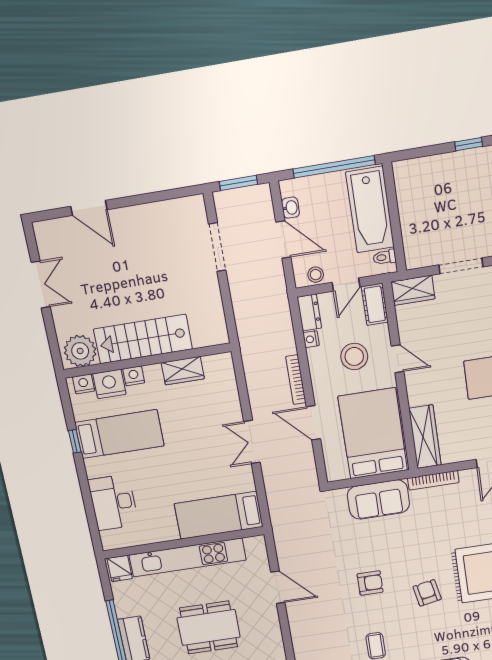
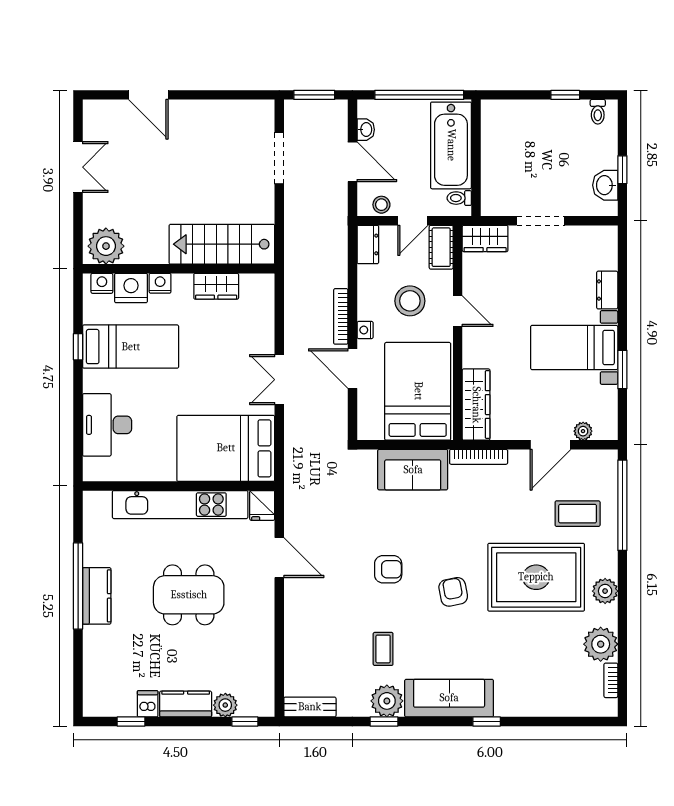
stairs: (143, 339) -> (222, 244), moved
nightstand: (311, 339) -> (365, 330), moved
bed: (219, 515) -> (226, 448), width x1.50
fridge: (120, 568) -> (262, 505), moved

